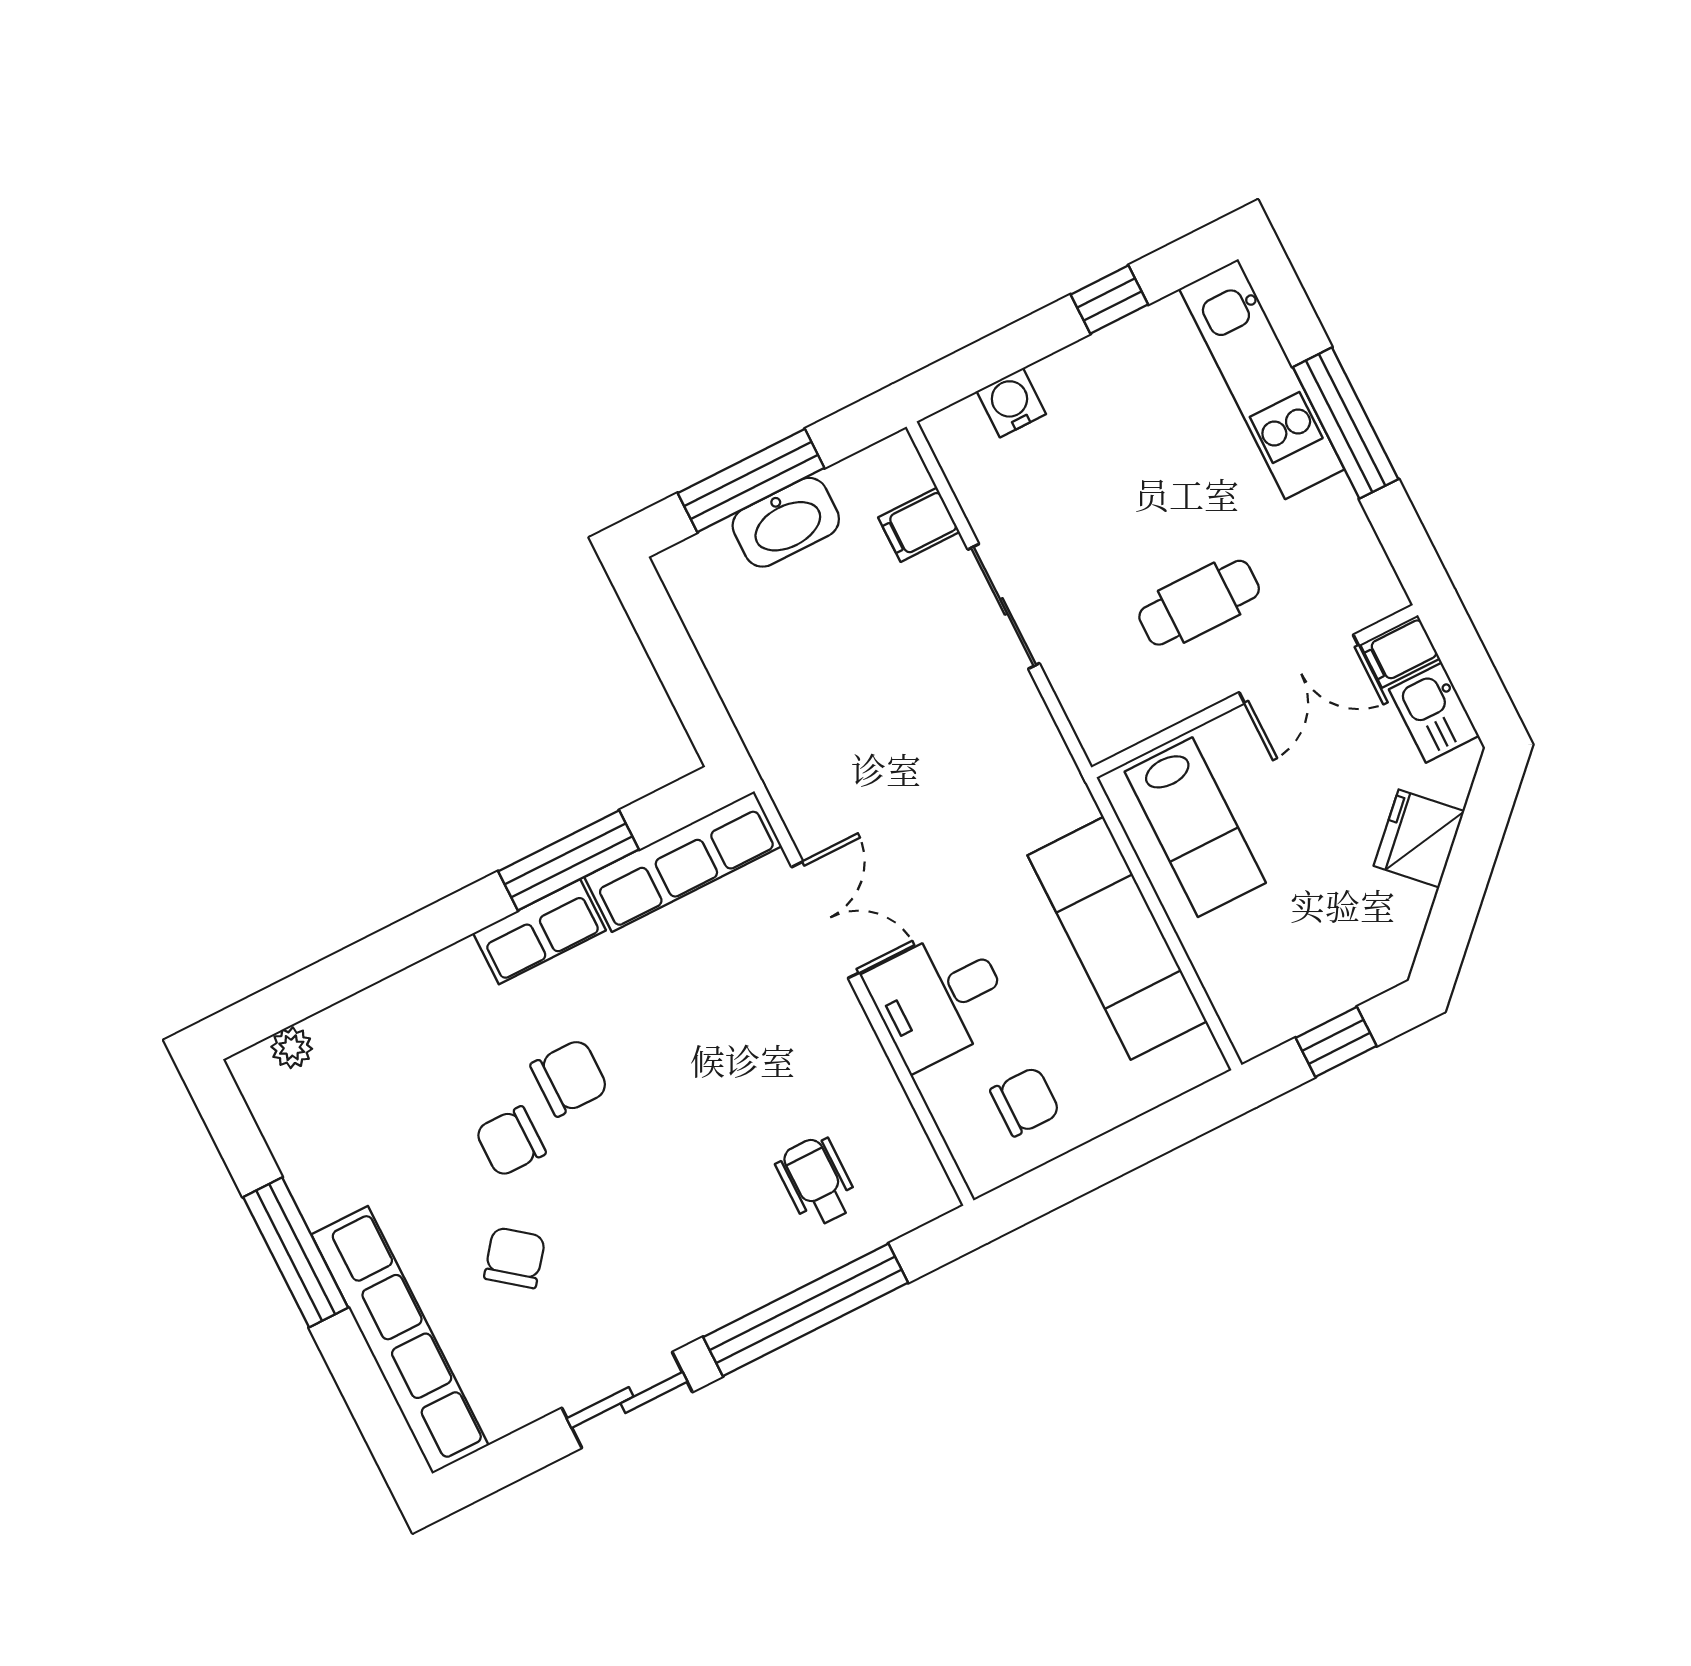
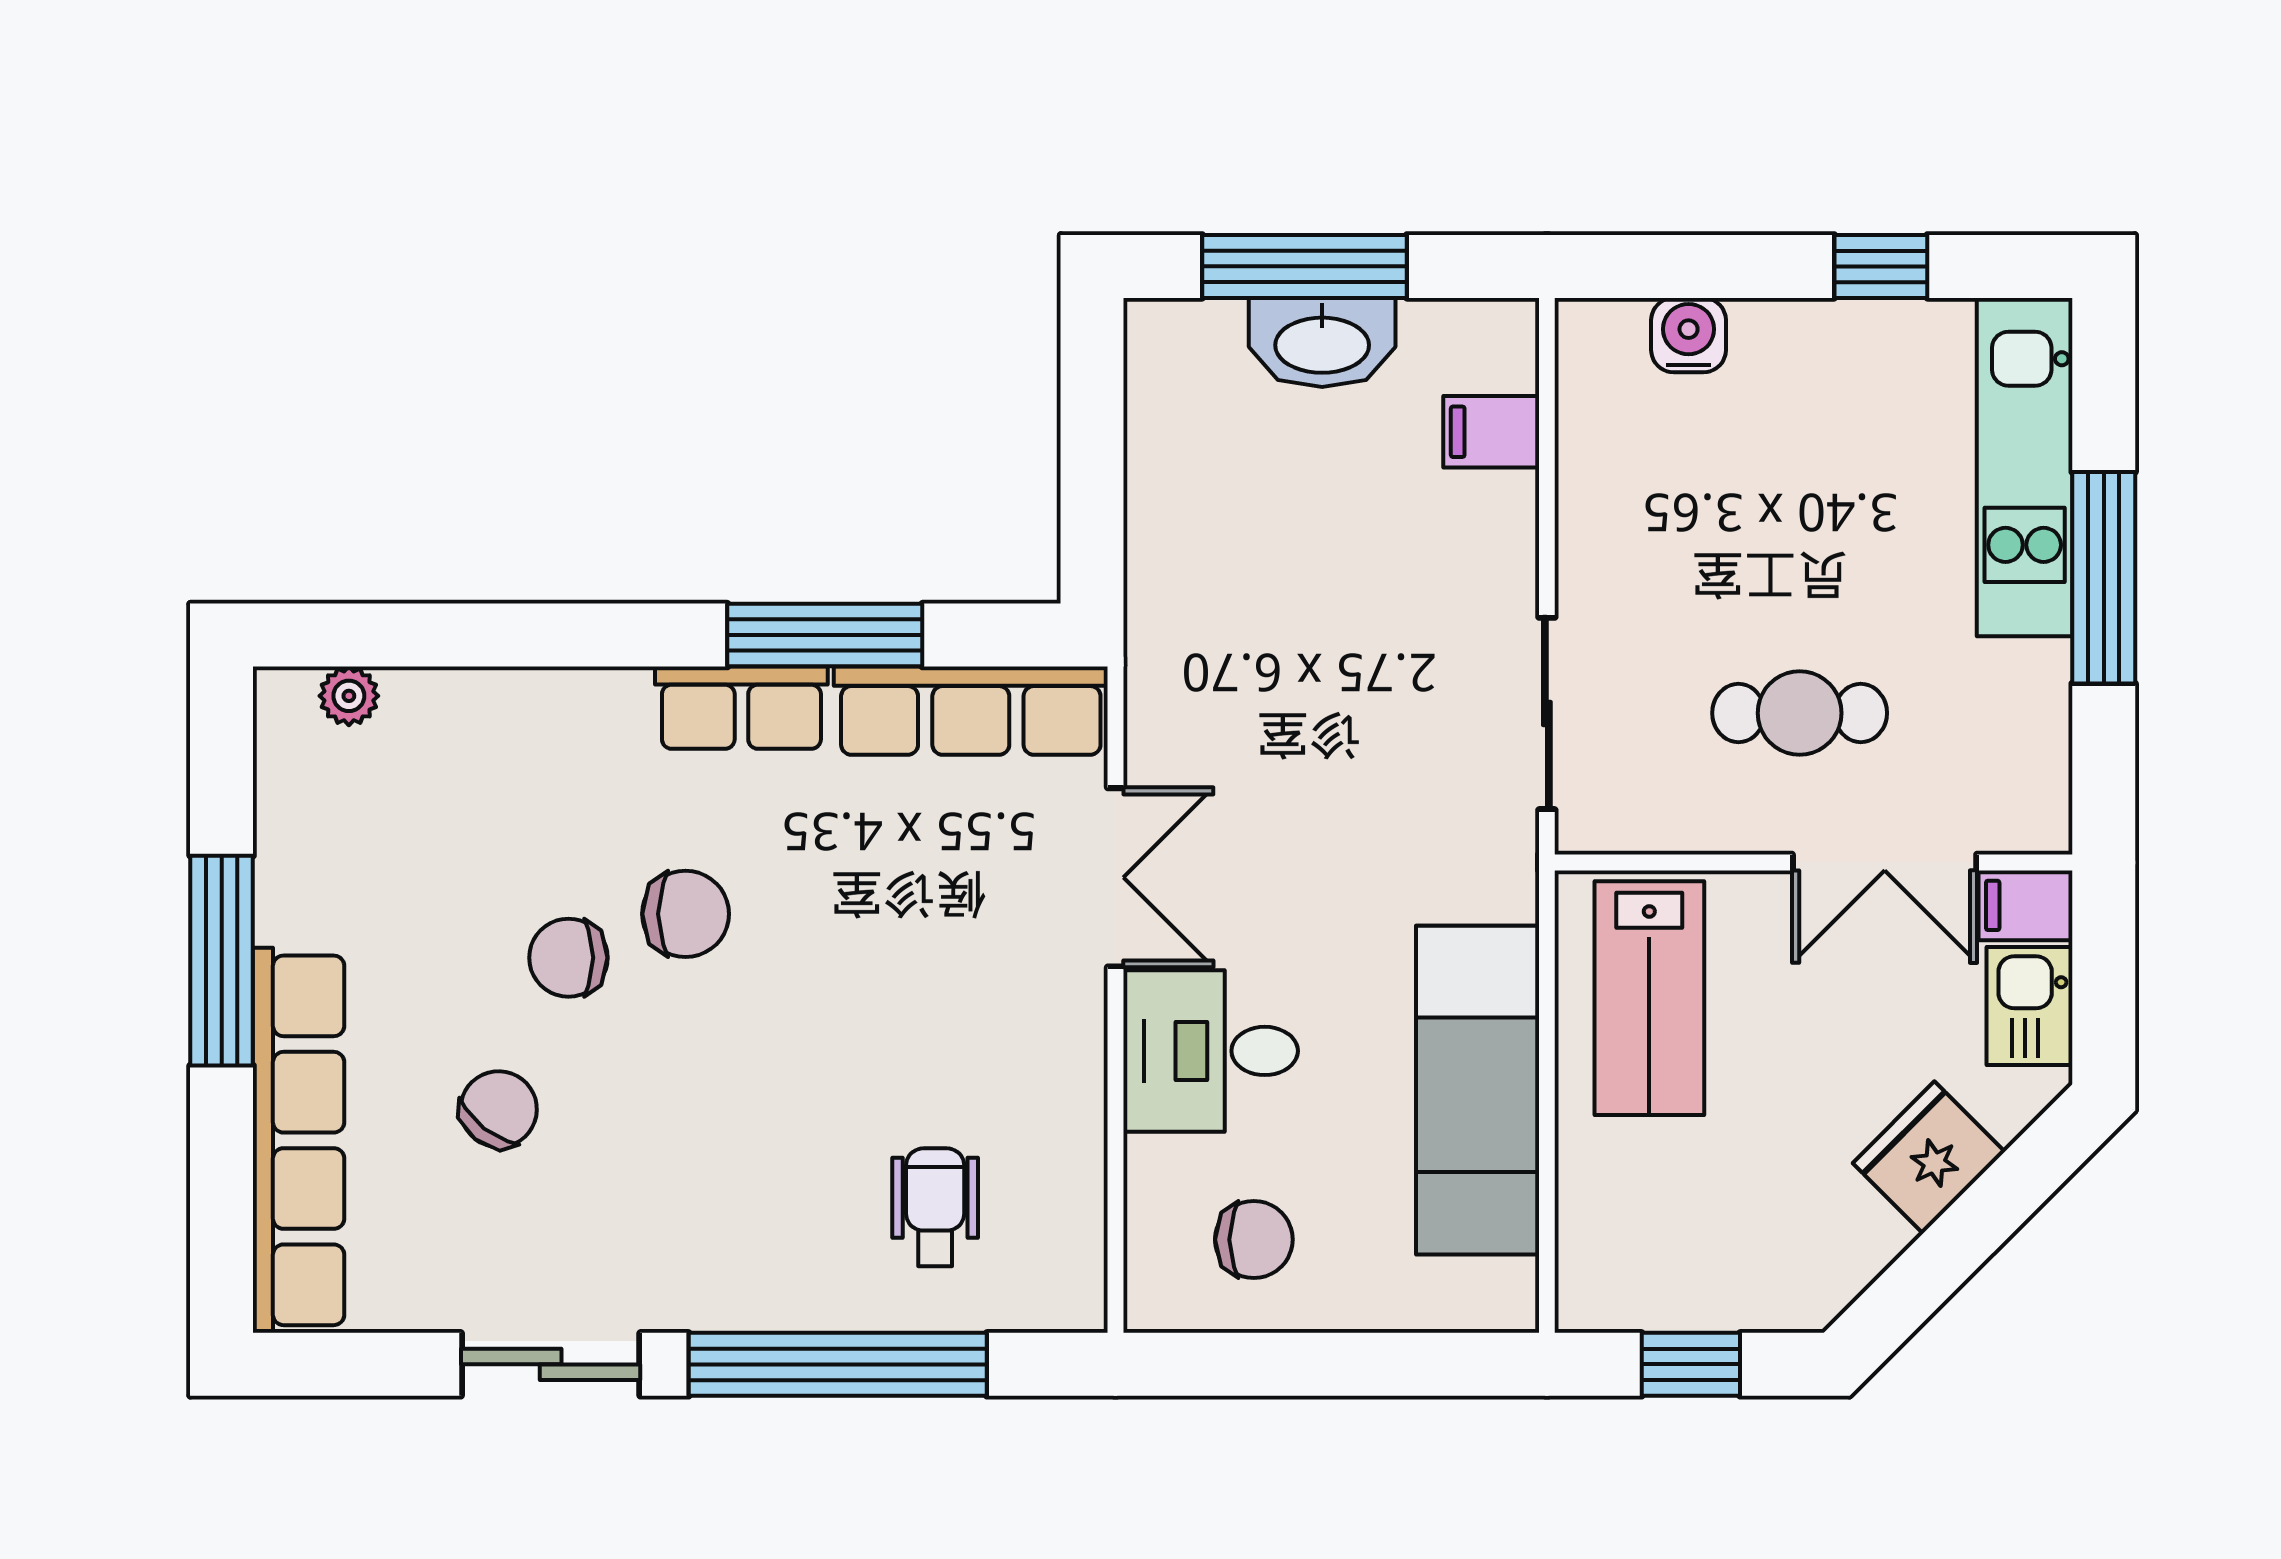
sliding door: (1004, 606) -> (1547, 713), moved

